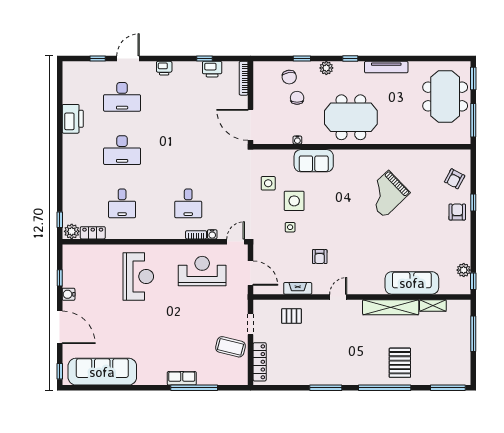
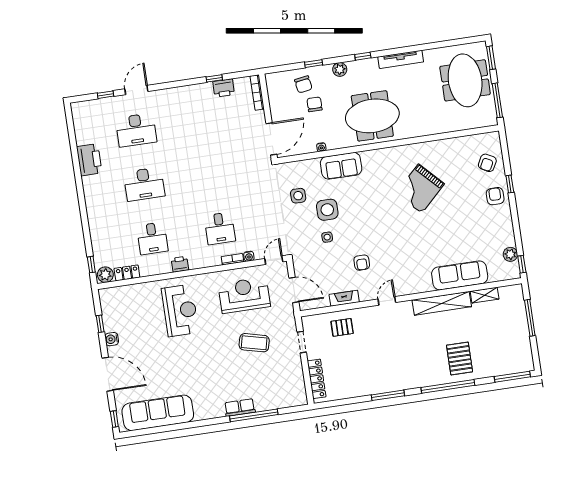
printer: (164, 68) -> (180, 264), moved, turned 180
door: (251, 125) -> (271, 139), swing flipped
coffee table: (231, 347) -> (254, 343), moved

